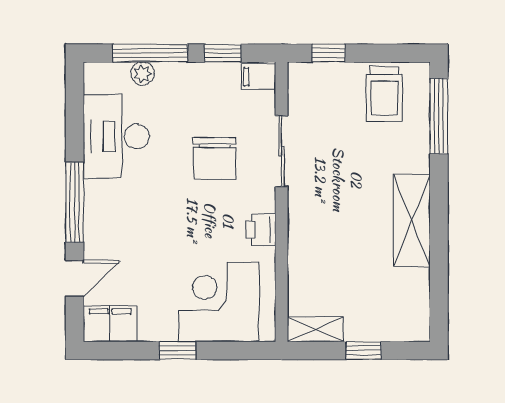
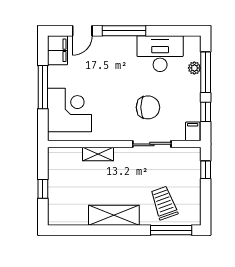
trolley: (384, 94) -> (164, 203), moved, turned 70
chair: (215, 159) -> (148, 107), turned 180
printer: (261, 230) -> (109, 133), removed
door: (75, 279) -> (82, 31), hinge flipped
shelving: (315, 329) -> (98, 154), moved, turned 90
window: (178, 351) -> (43, 87), width x2.17

